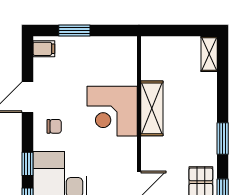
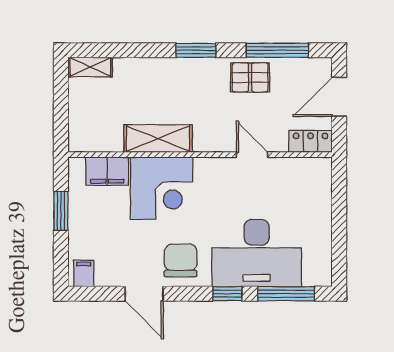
window: (74, 30) -> (61, 211), moved
filing cabinet: (126, 67) -> (107, 171), added
chair: (54, 126) -> (181, 260), width x1.87, depth x1.87

